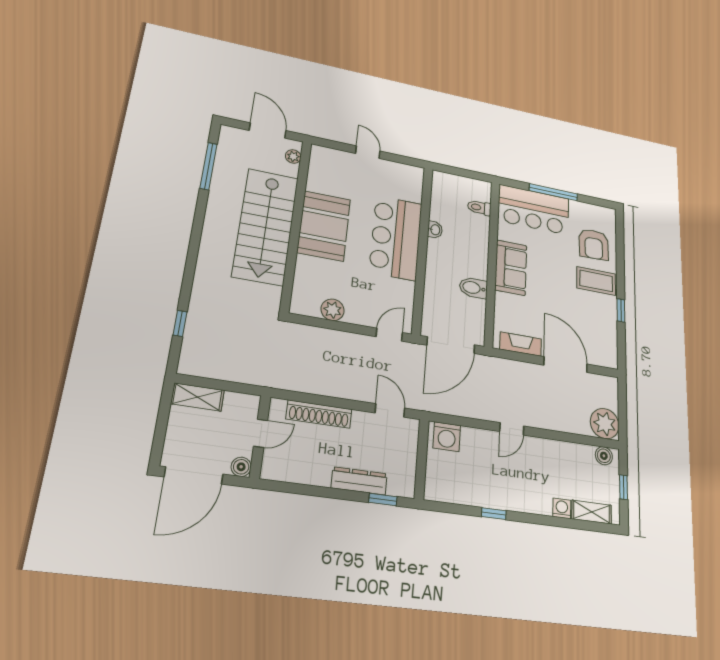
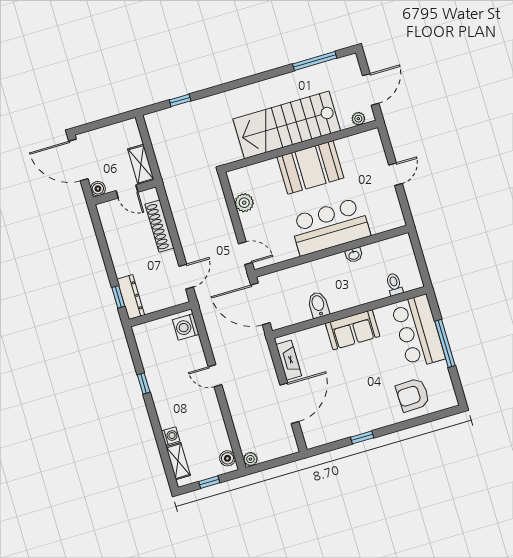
coffee table: (596, 281) -> (379, 407), removed
shelving: (198, 397) -> (141, 164), moved
plant: (605, 424) -> (250, 459), width x0.53, depth x0.53
dresser: (359, 481) -> (131, 297), moved

